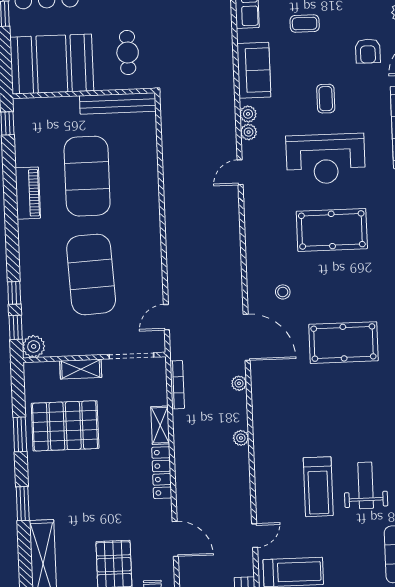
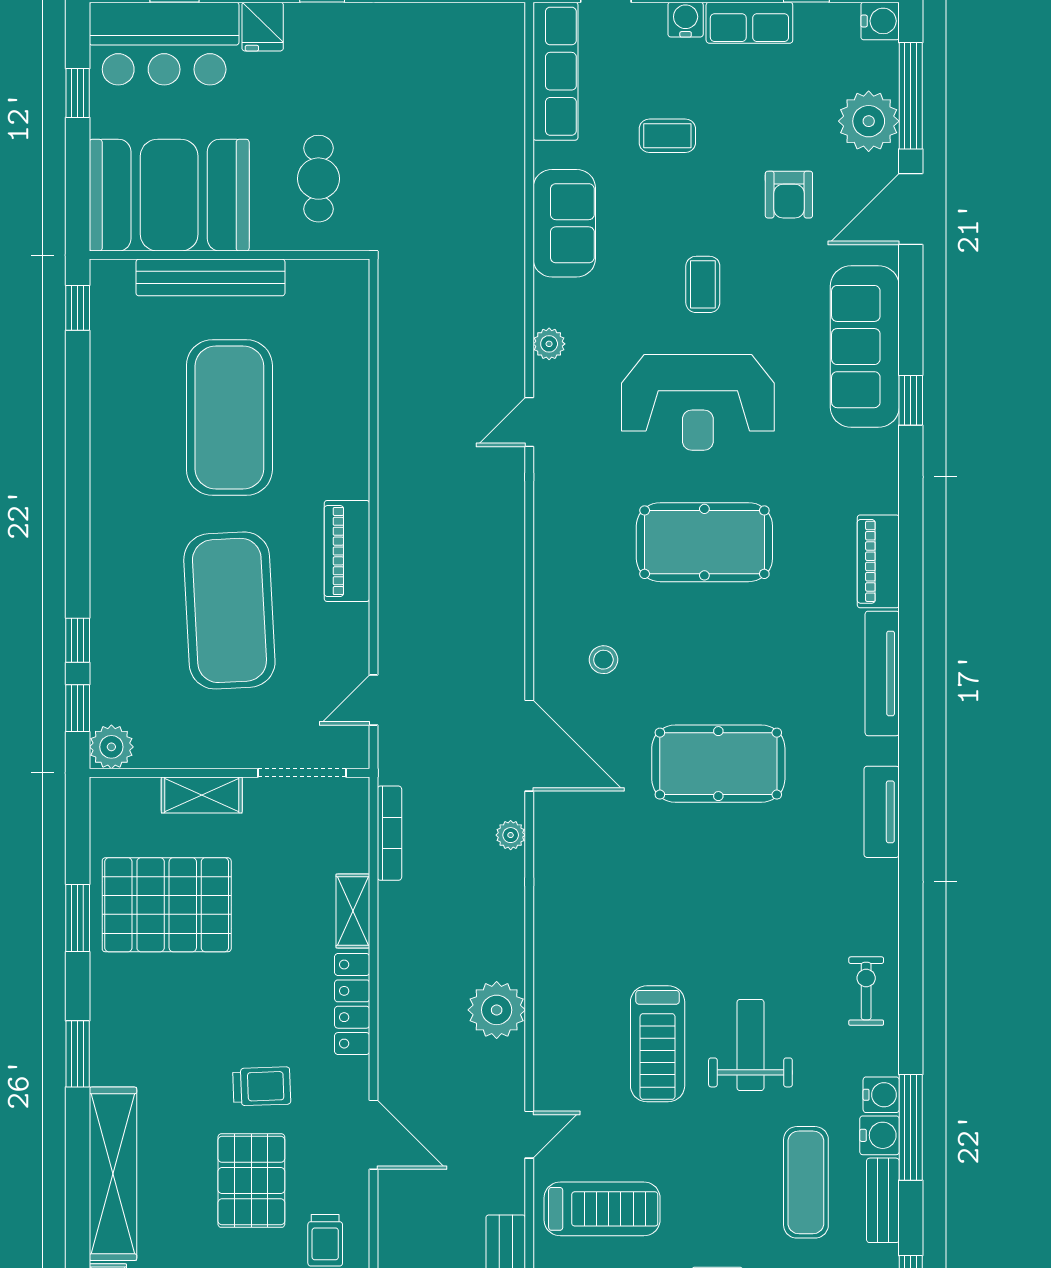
bench: (118, 103) -> (210, 277), moved
plant: (248, 114) -> (550, 308), removed
piano: (28, 193) -> (347, 551), moved, turned 180
plant: (241, 438) -> (497, 1010), moved, width x1.87, depth x1.87
trolley: (117, 516) -> (262, 1086), added

